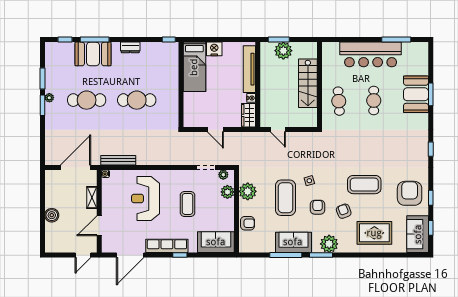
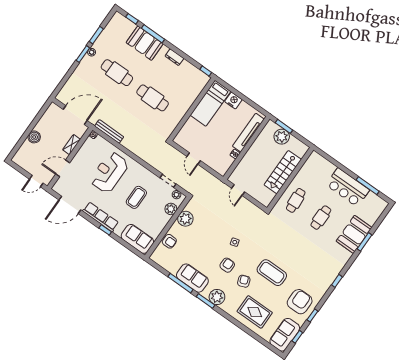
bar counter: (371, 54) -> (348, 187), width x0.73
wardrobe: (249, 115) -> (224, 165), removed
coffee table: (285, 198) -> (209, 242), removed

